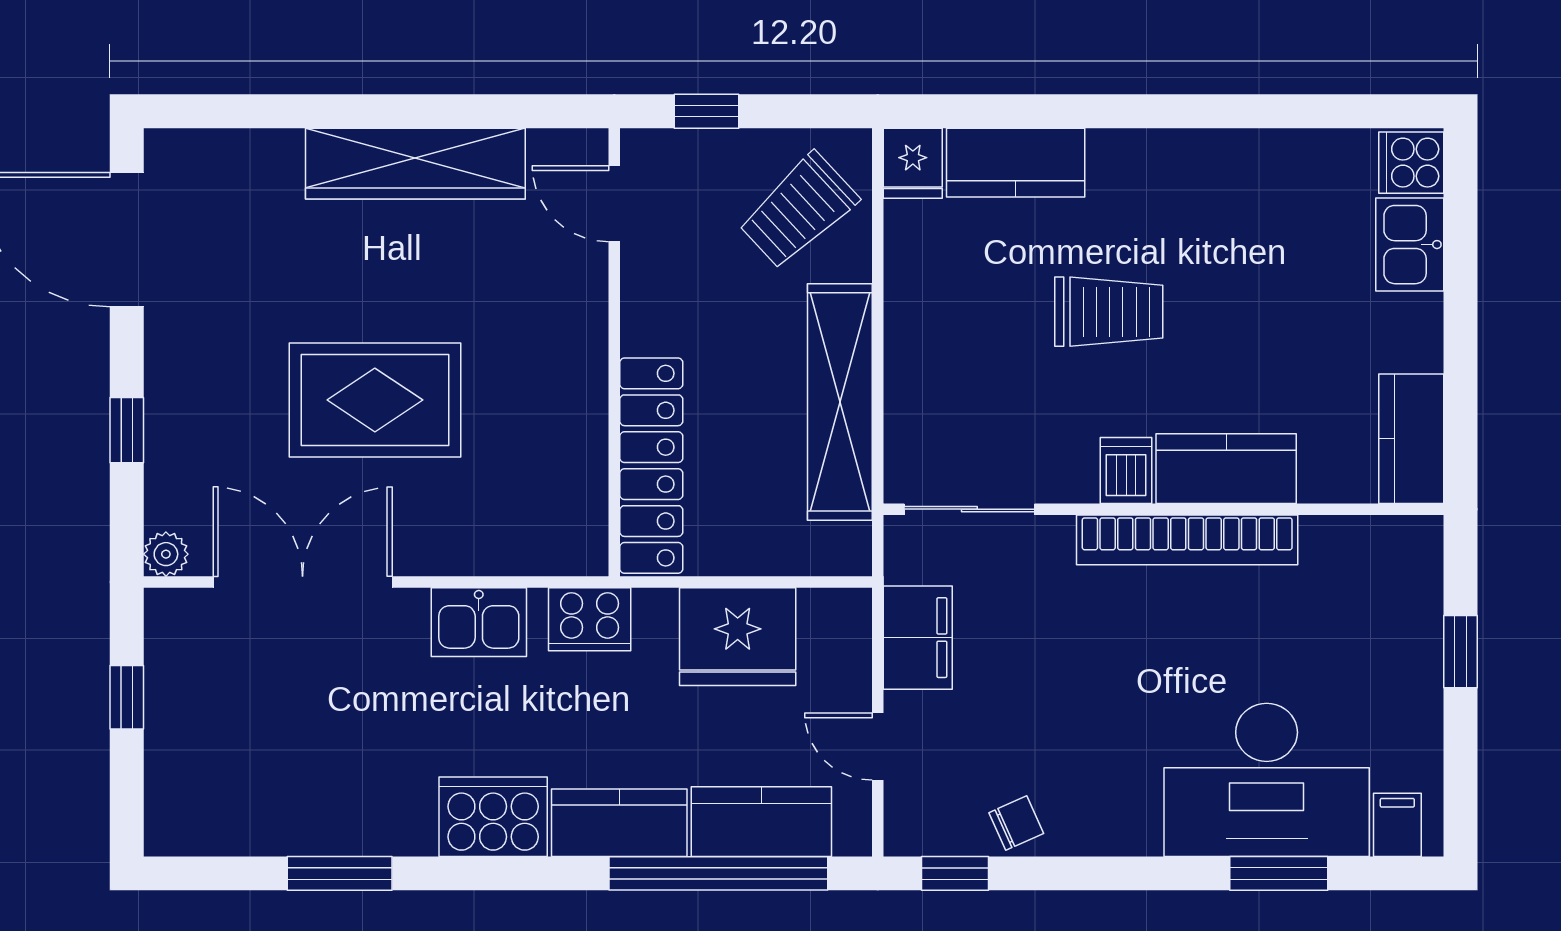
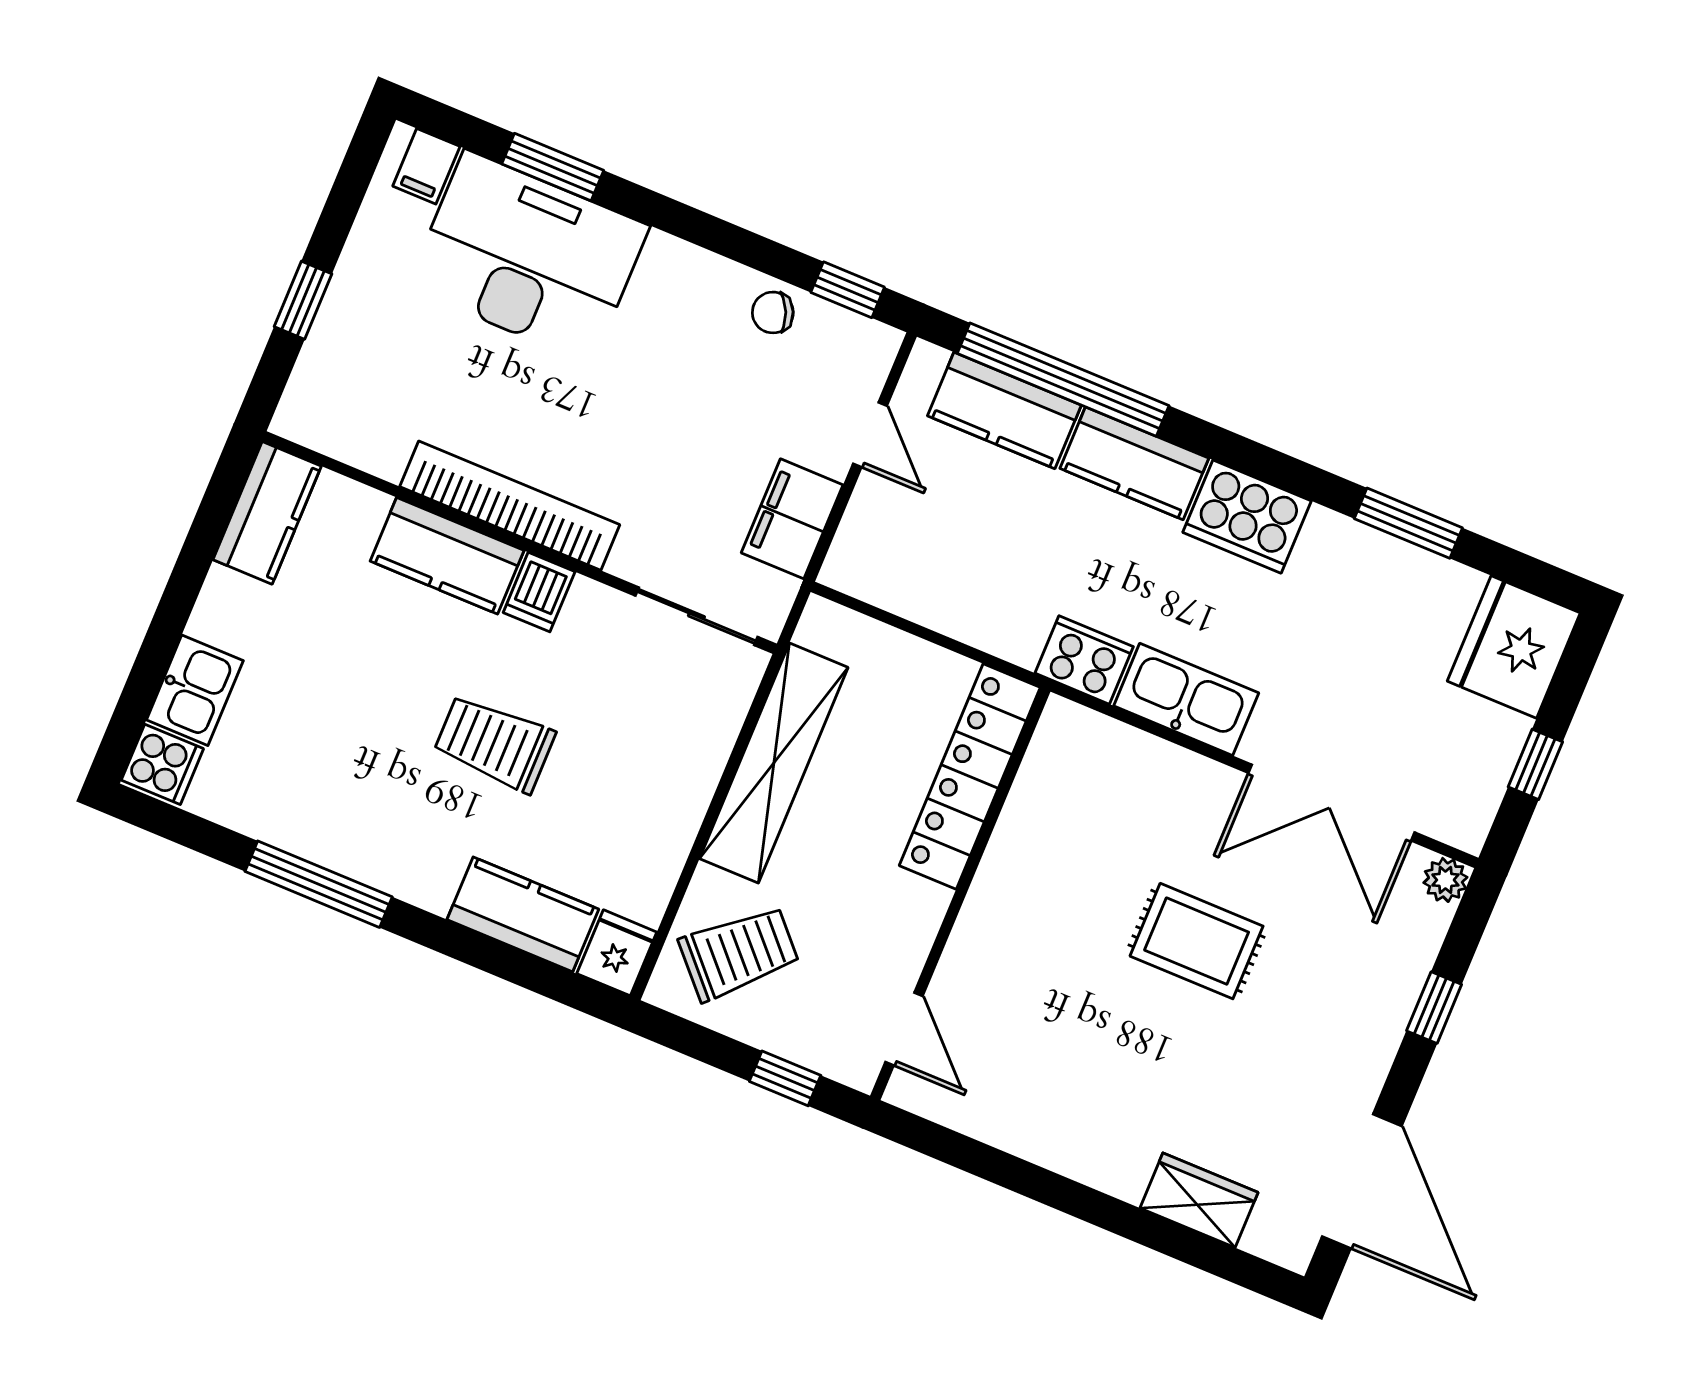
window: (1218, 111) -> (319, 884), added
wardrobe: (415, 164) -> (1199, 1200), moved, width x0.48, depth x0.85
rug: (375, 400) -> (1197, 941), width x0.73, depth x0.70
kitchen sink: (479, 622) -> (1186, 699), width x1.38
fridge: (738, 637) -> (1514, 647), moved, turned -90

